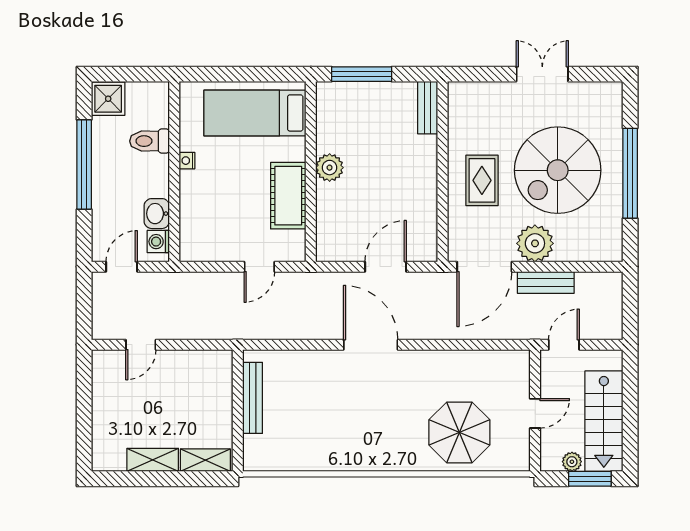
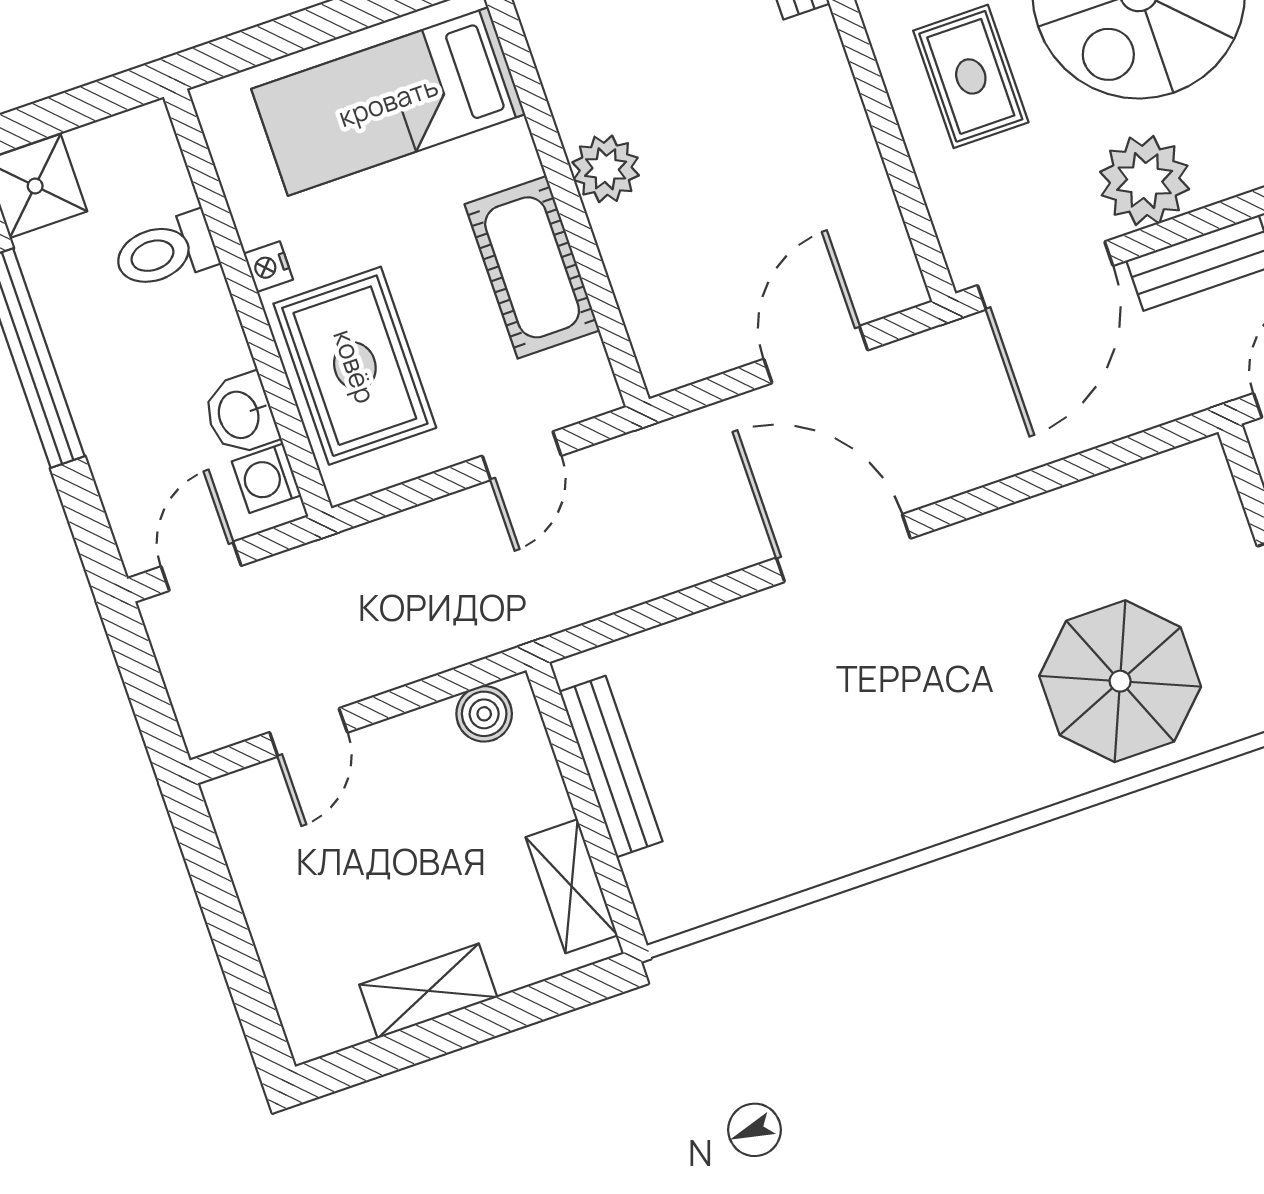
rug: (207, 210) -> (355, 366), added
boiler: (211, 361) -> (484, 714), added
shelving: (205, 460) -> (572, 886), moved, turned 90

